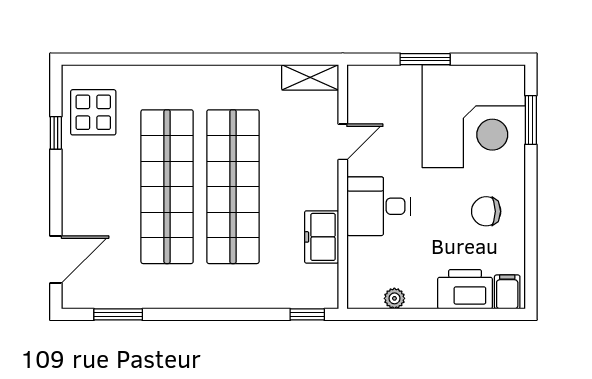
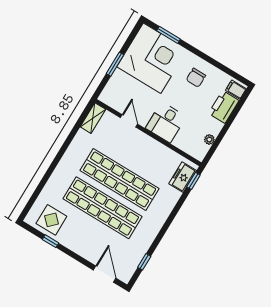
freezer: (322, 237) -> (183, 177), moved, turned 90
window: (118, 314) -> (144, 262), width x0.67

